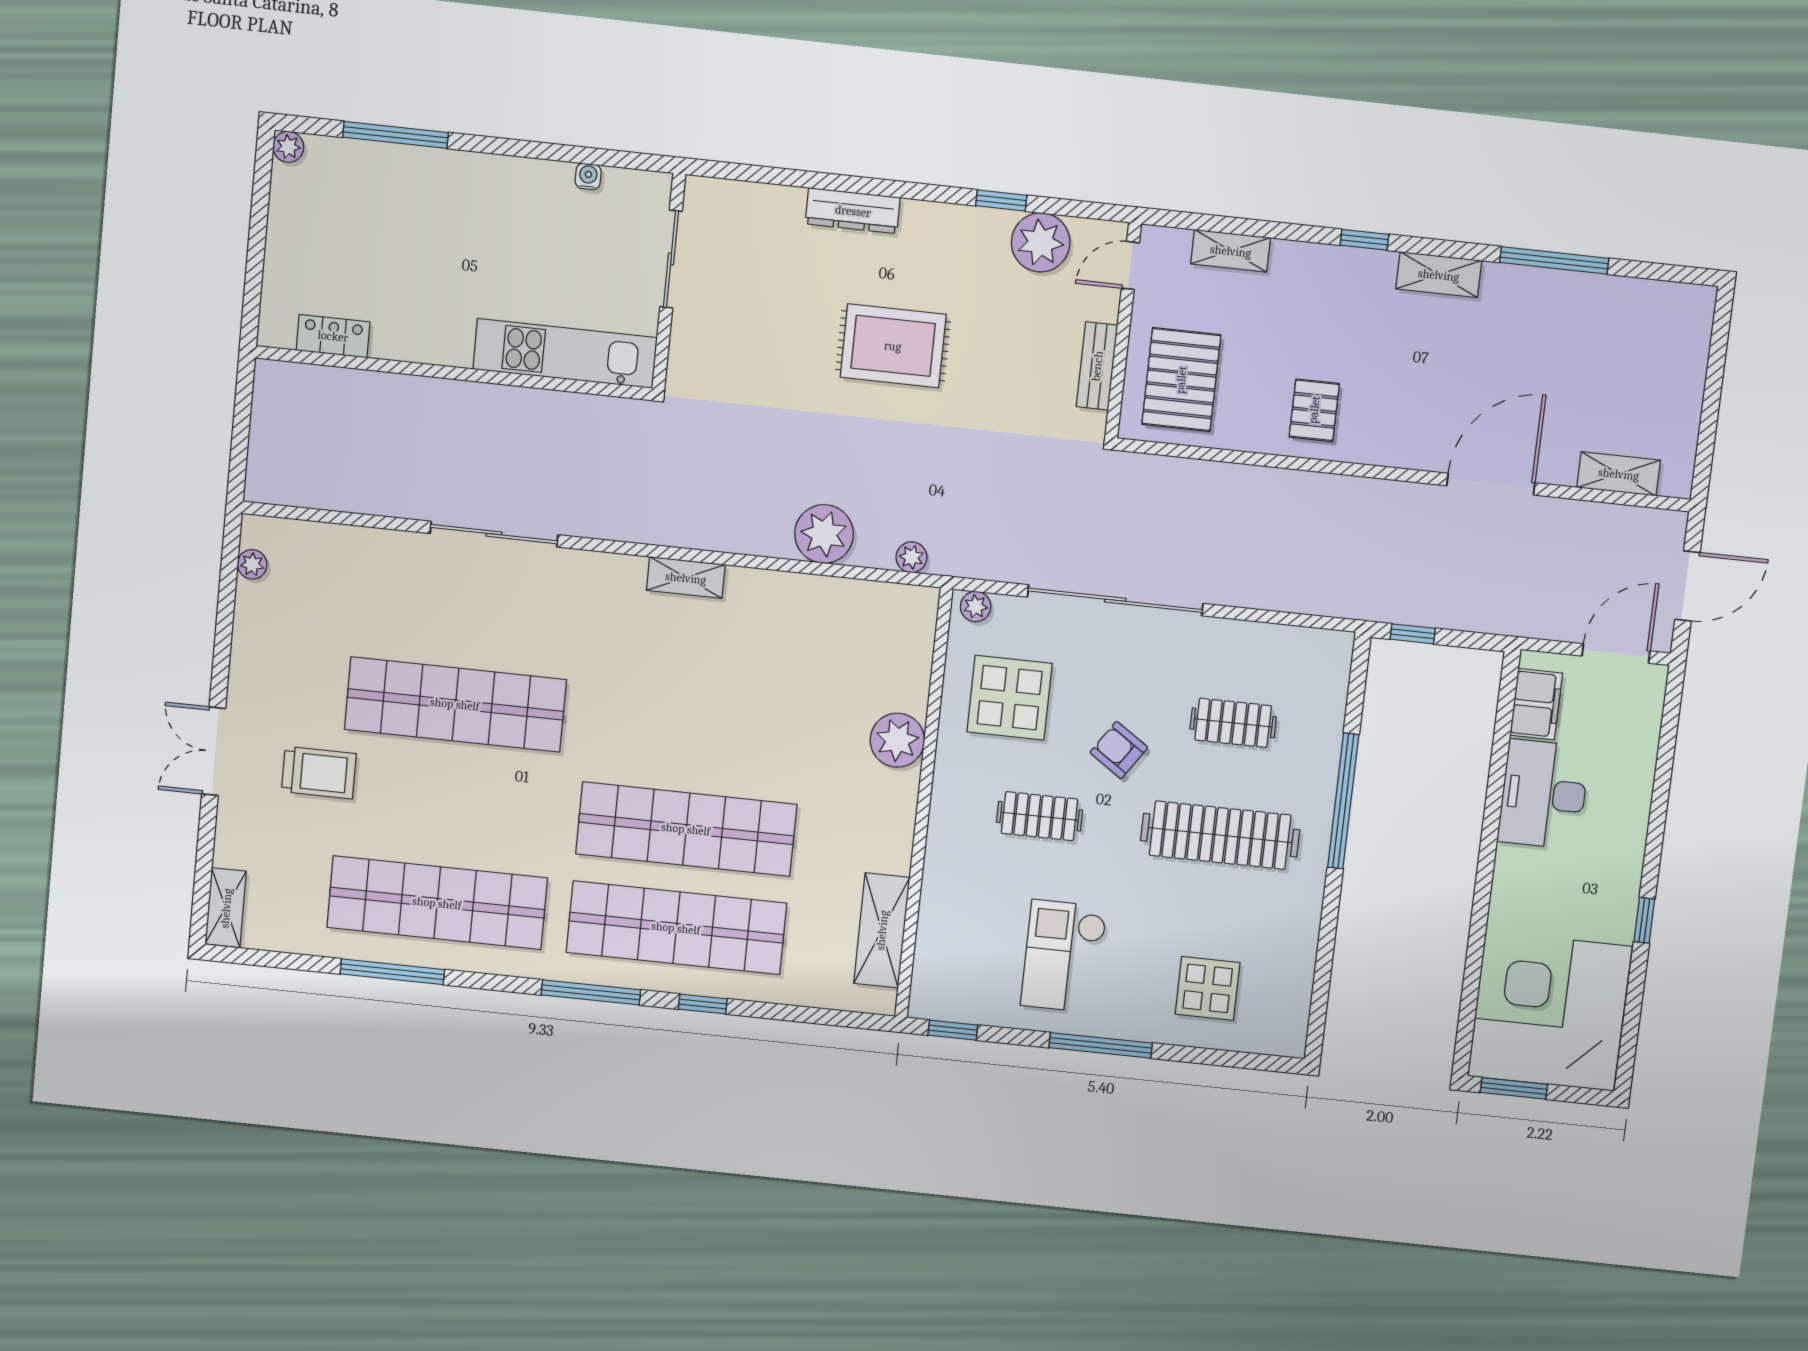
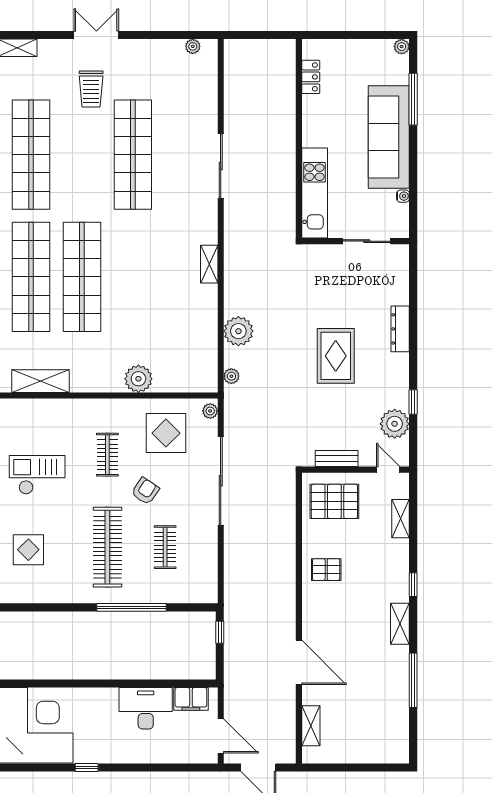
sofa: (467, 192) -> (389, 137), added

